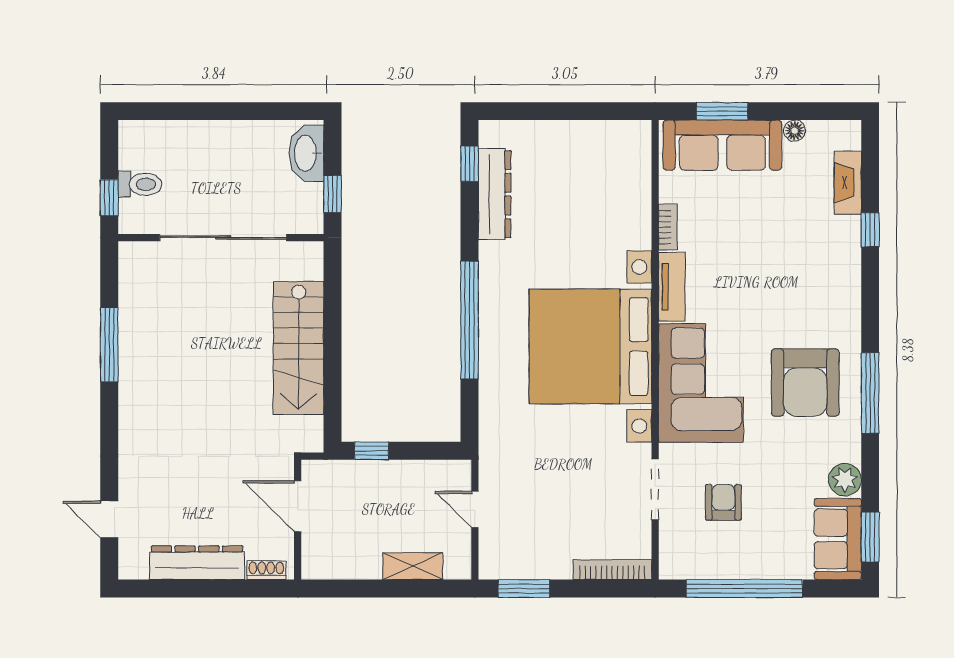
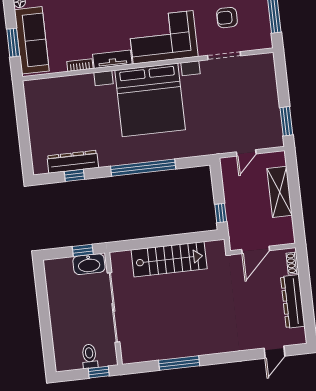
washbasin: (306, 153) -> (89, 264), moved
window: (470, 164) -> (74, 175), moved
shelving: (413, 566) -> (280, 192), width x1.50, depth x1.33
bookcase: (612, 570) -> (271, 74), removed

